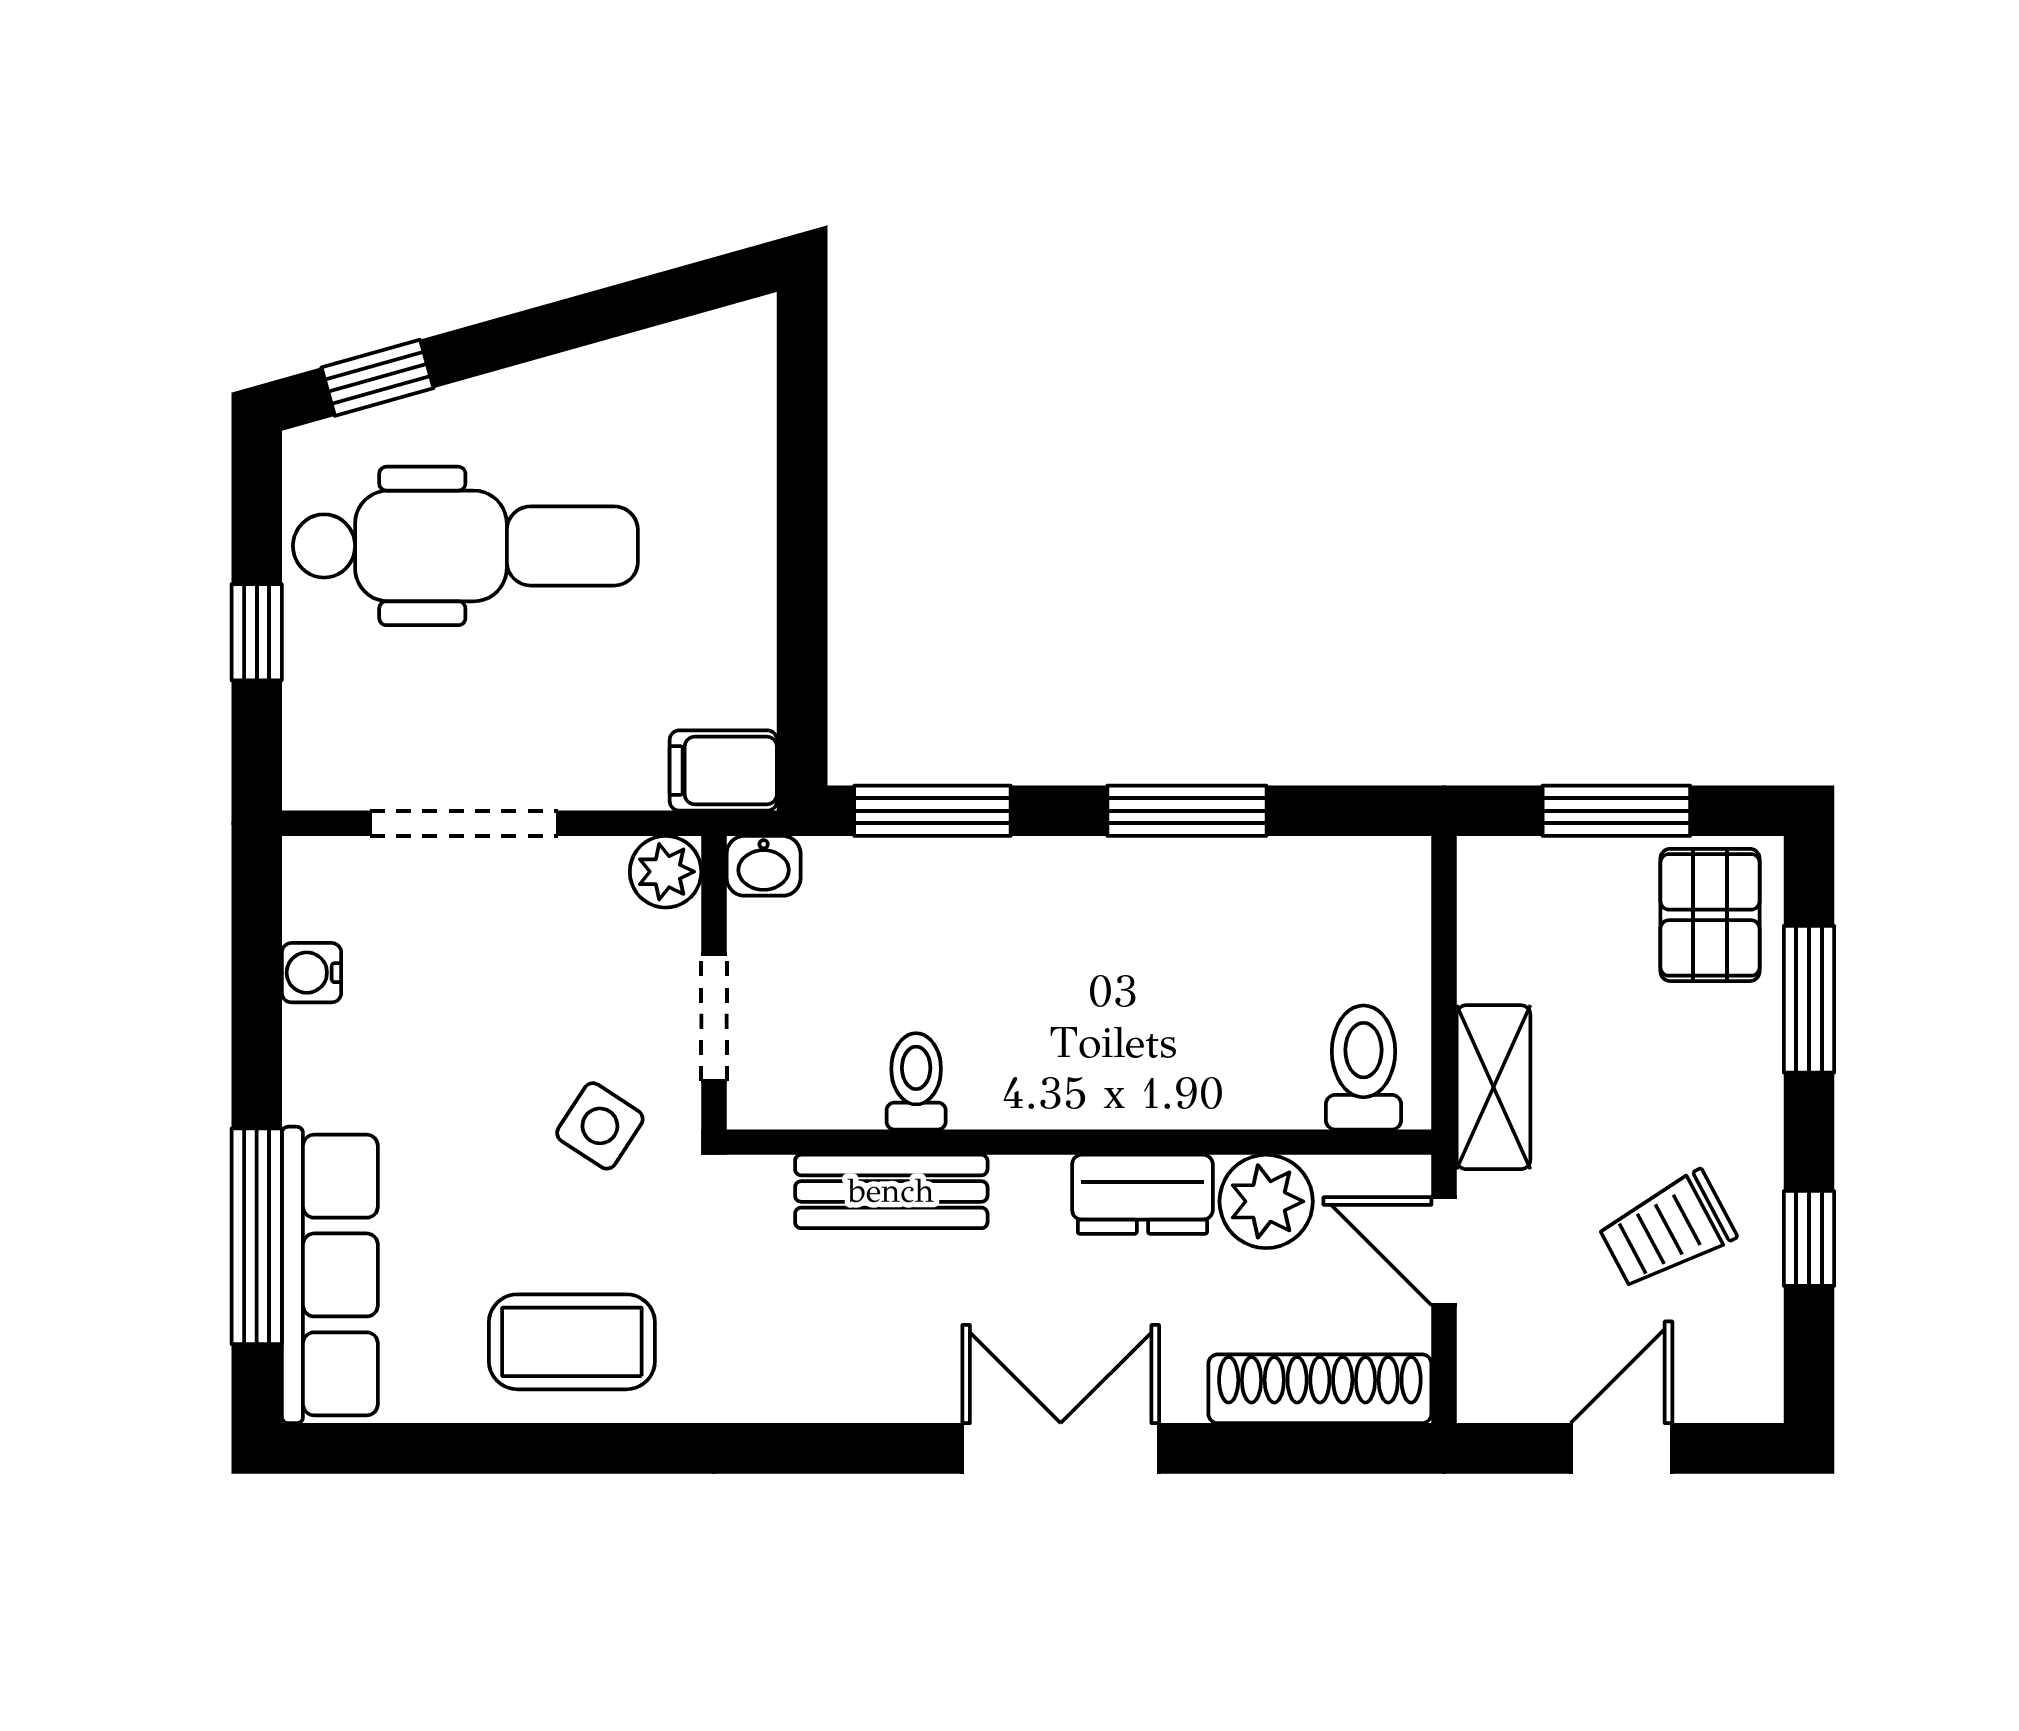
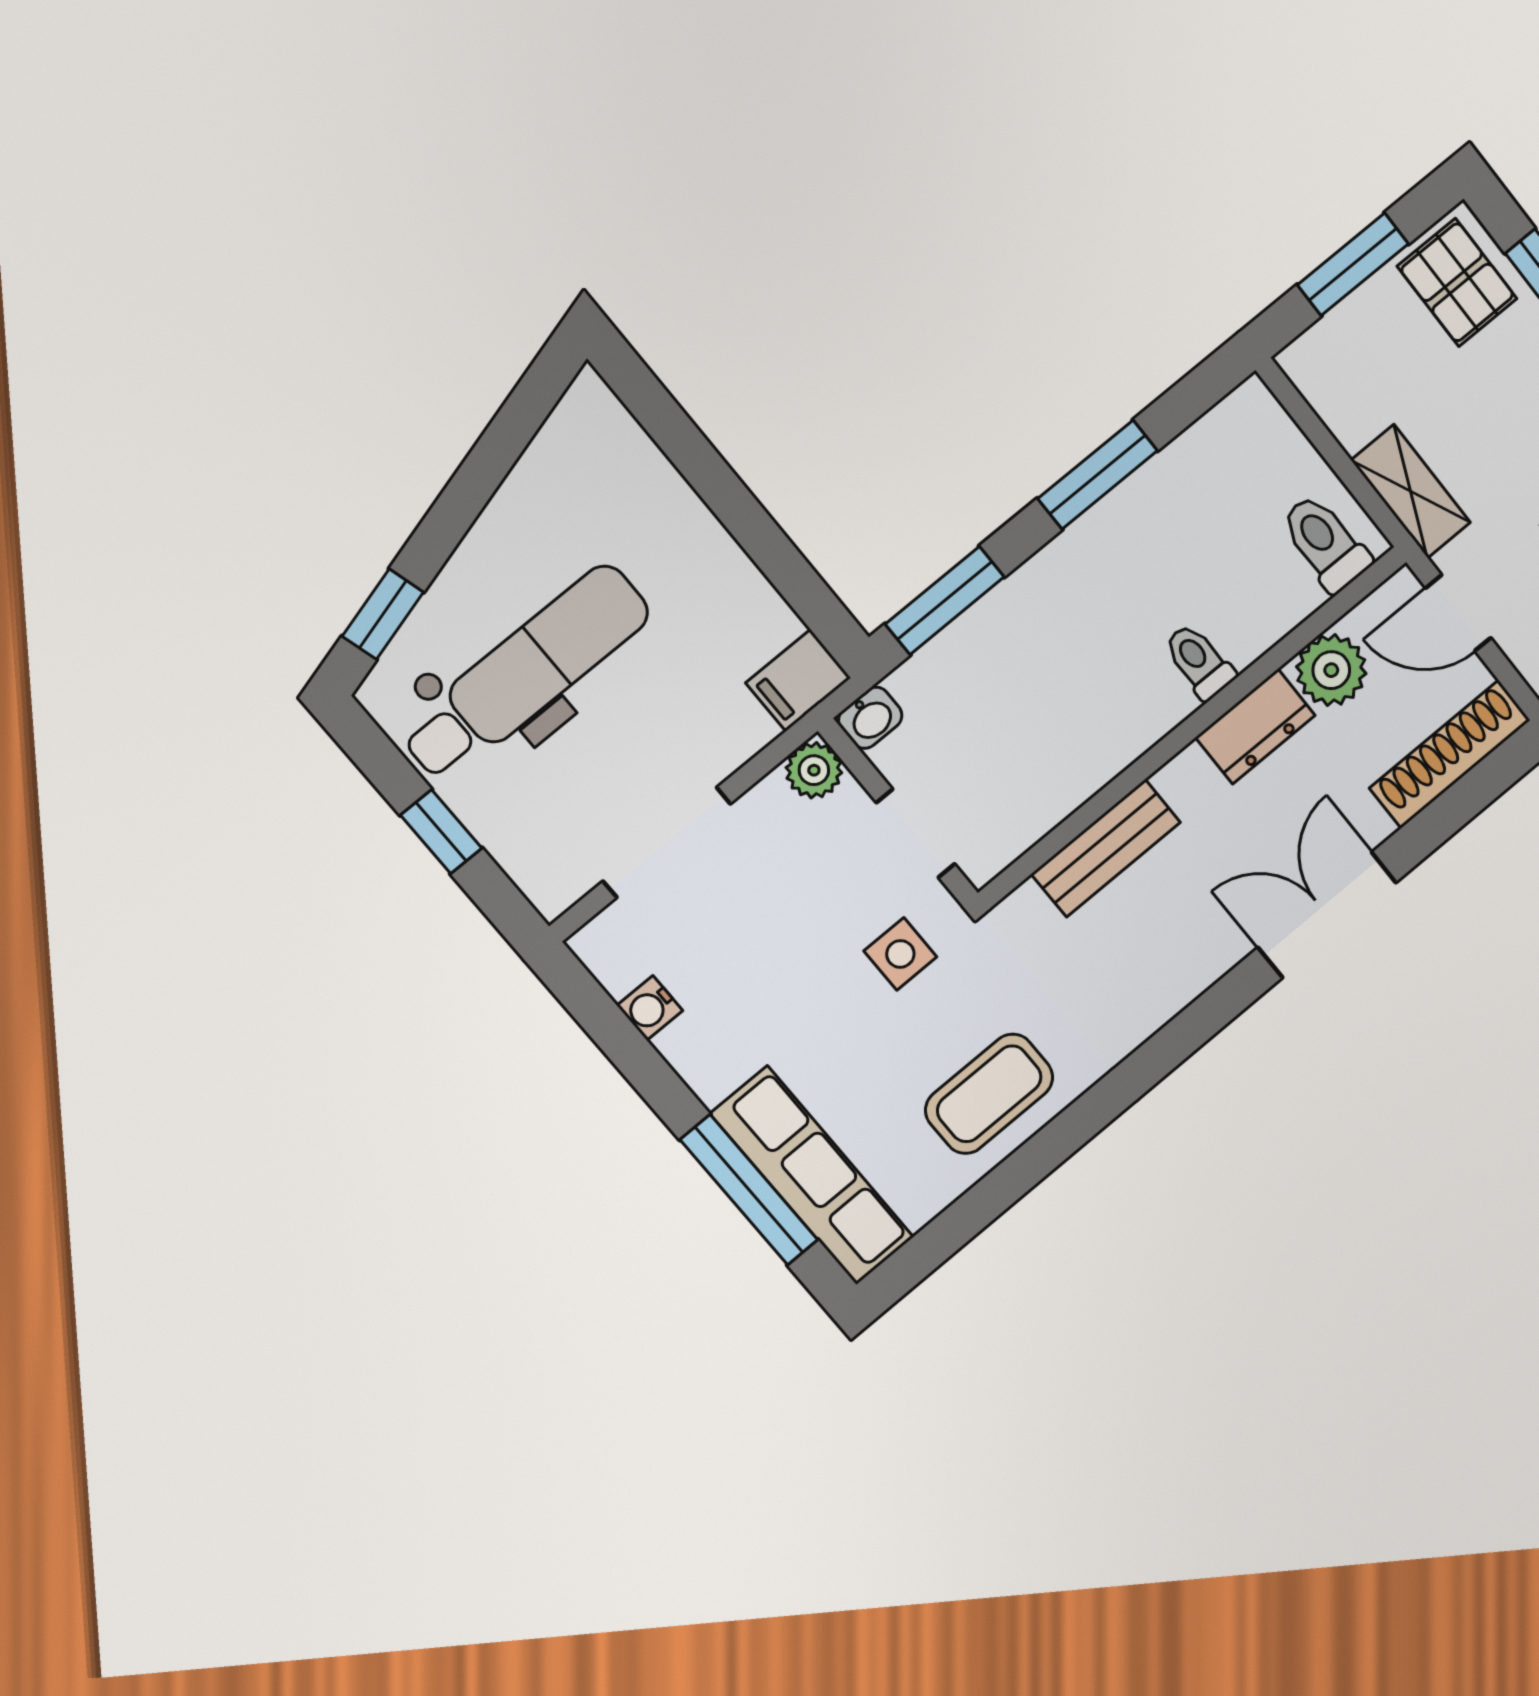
toilet: (916, 1081) -> (1199, 661), moved
side table: (600, 1126) -> (900, 954), turned -33

